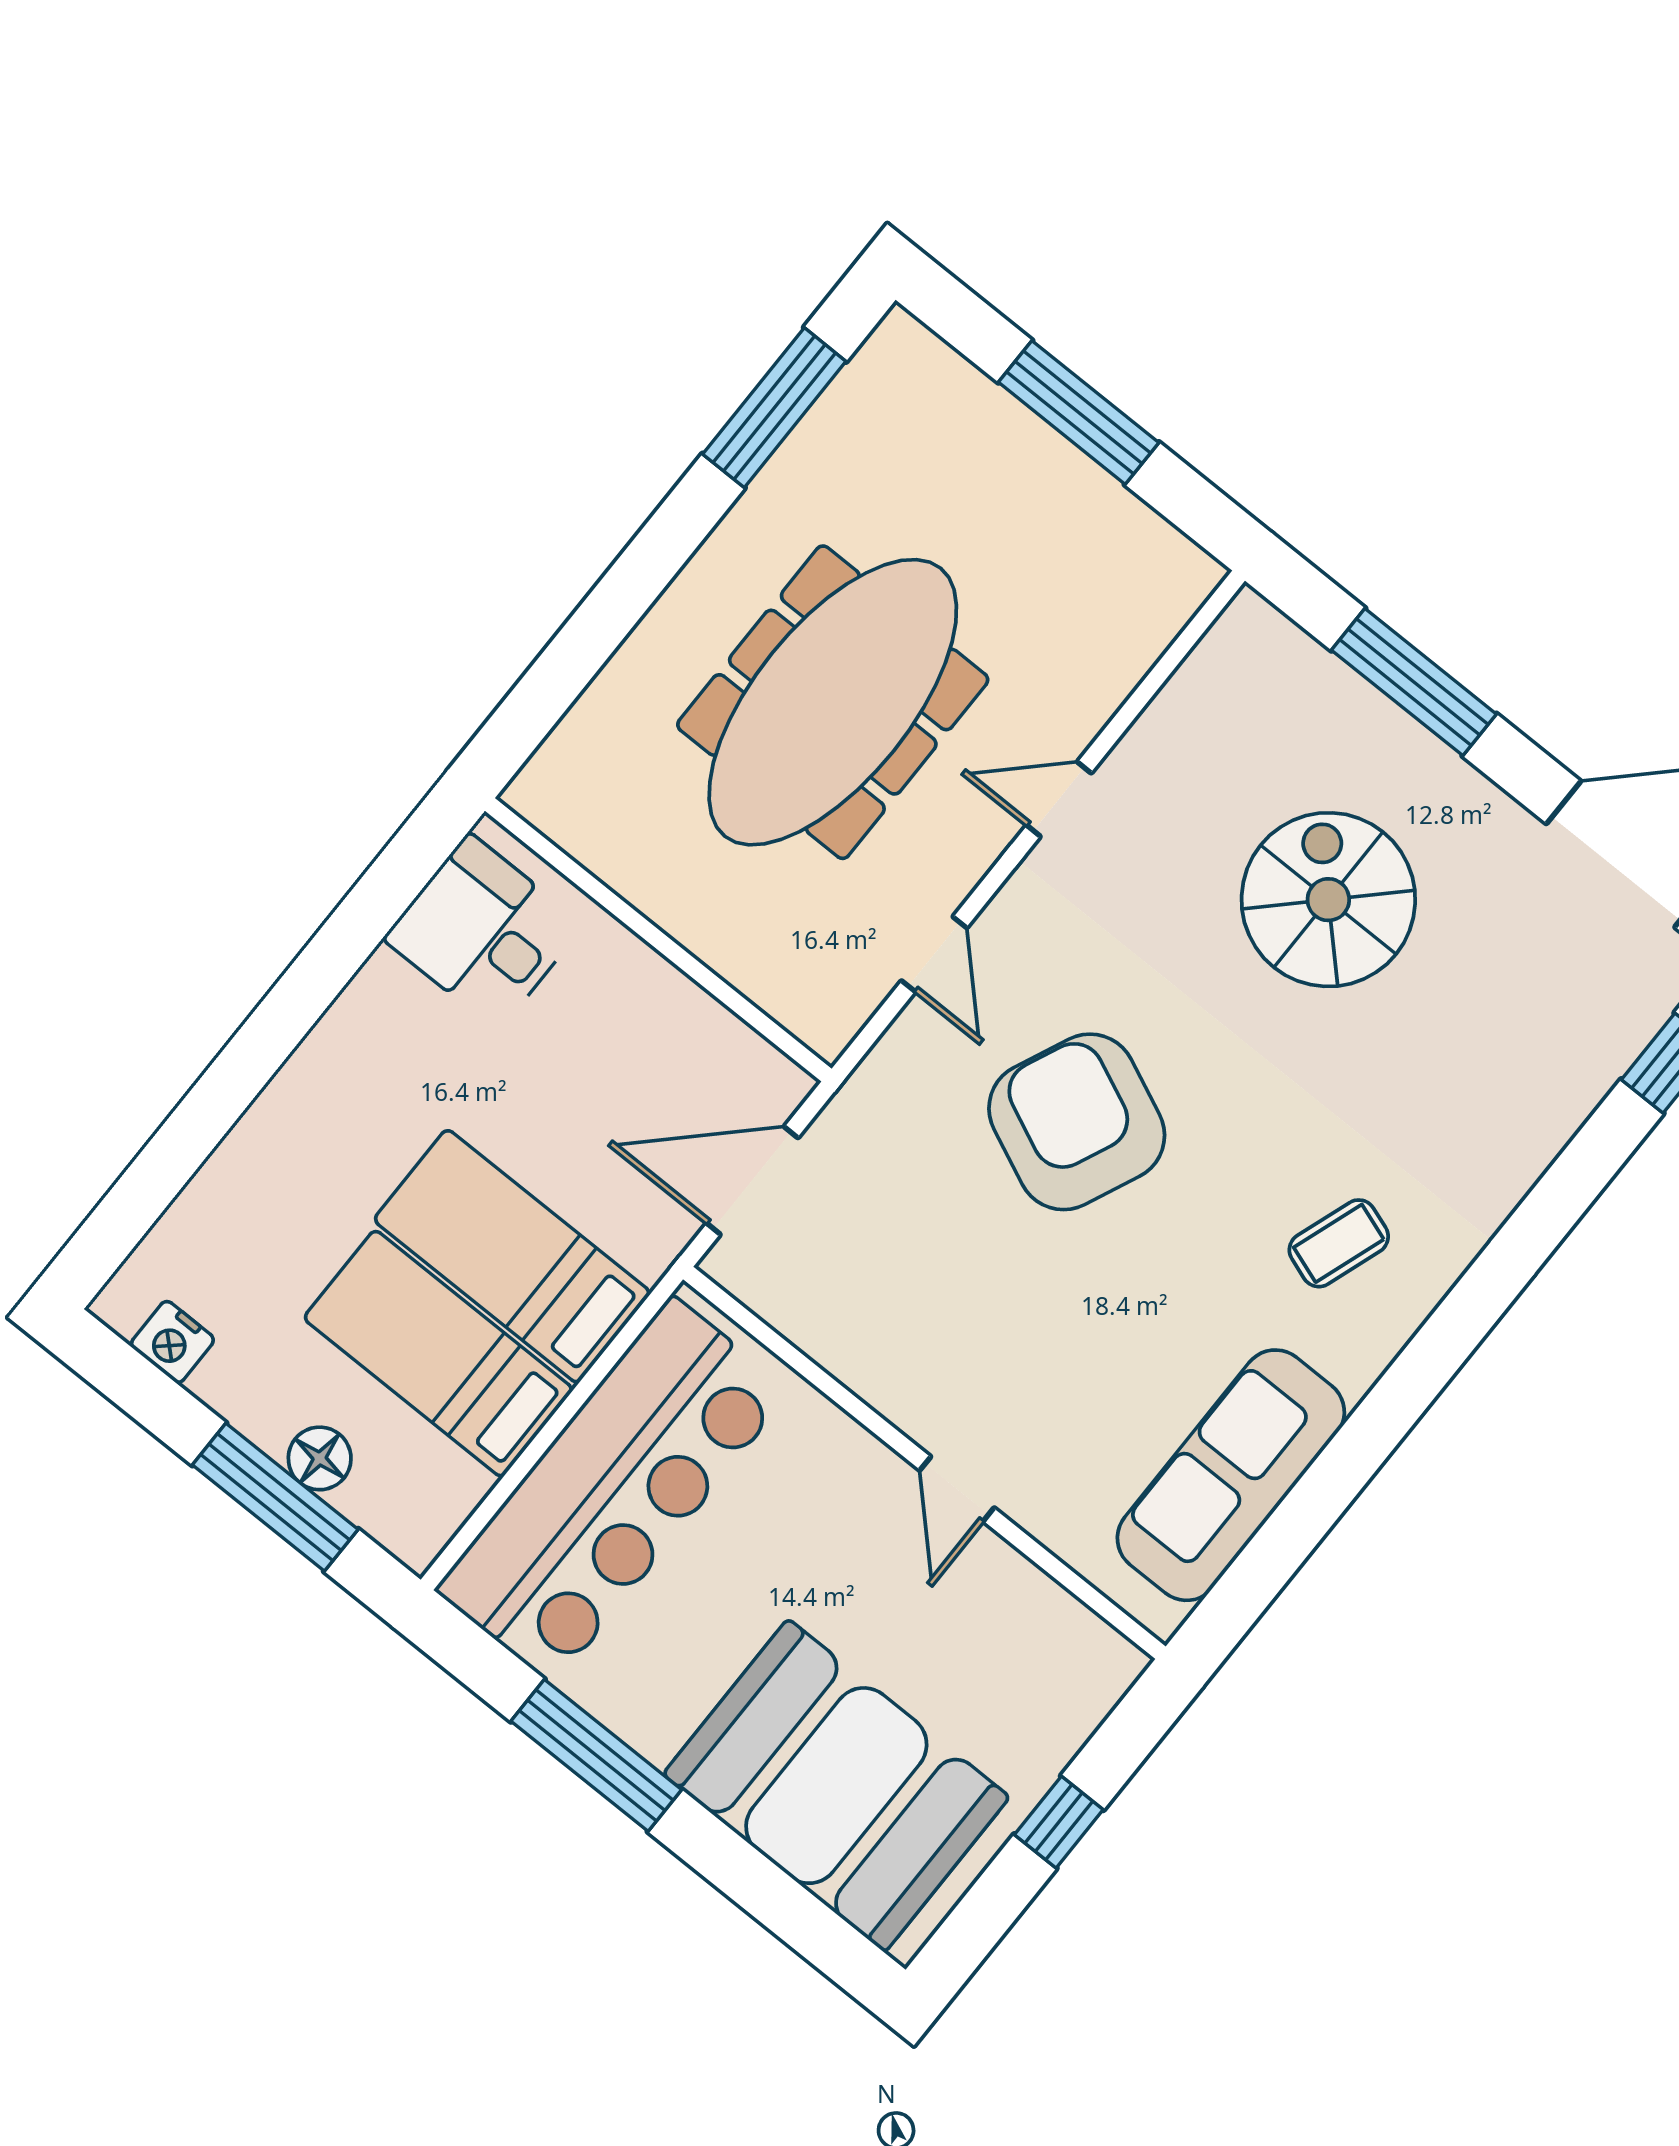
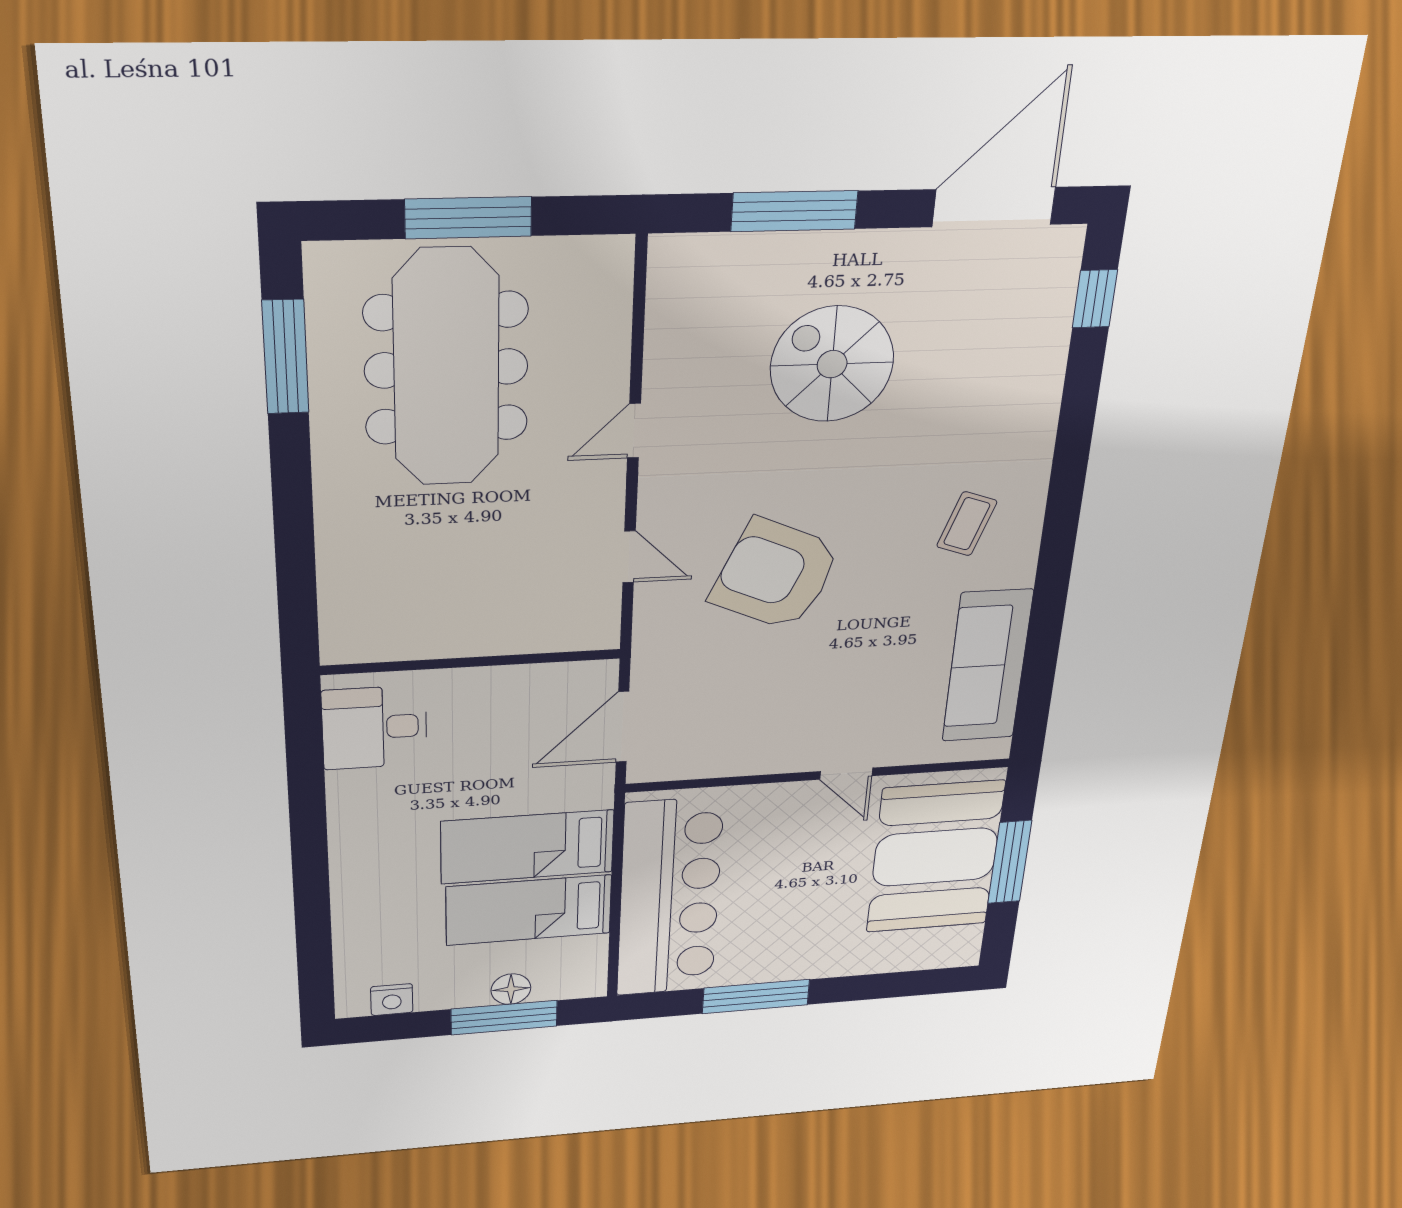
meeting table: (833, 702) -> (446, 368), moved
booth: (836, 1786) -> (935, 857), moved, turned 90
window: (1059, 1822) -> (1010, 862), width x2.17

